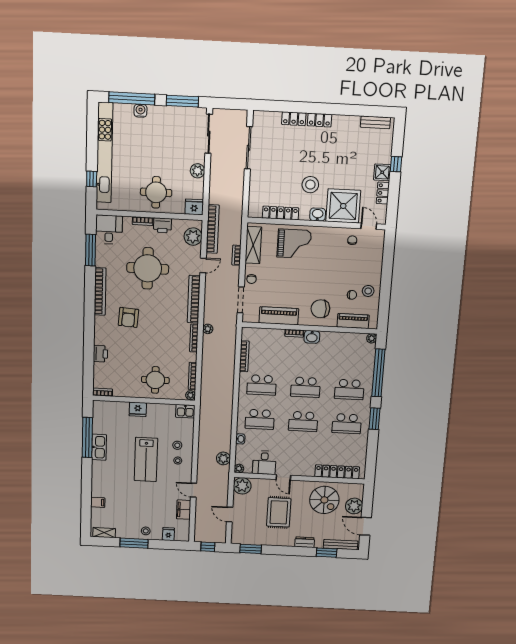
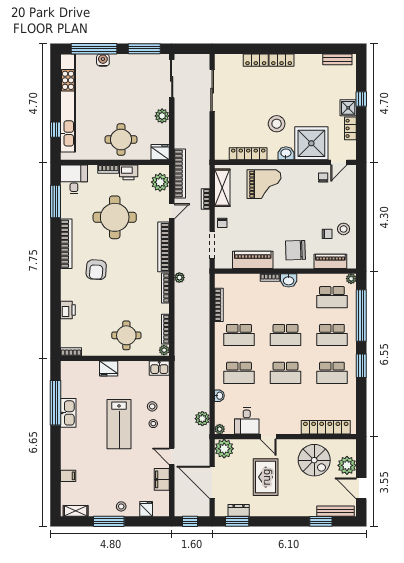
door: (369, 226) -> (339, 162), swing flipped
school desk: (352, 355) -> (332, 297), added
door: (230, 514) -> (212, 482), width x1.87
dresser: (305, 542) -> (239, 510), moved

